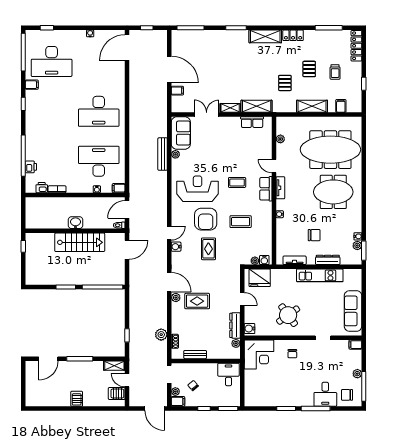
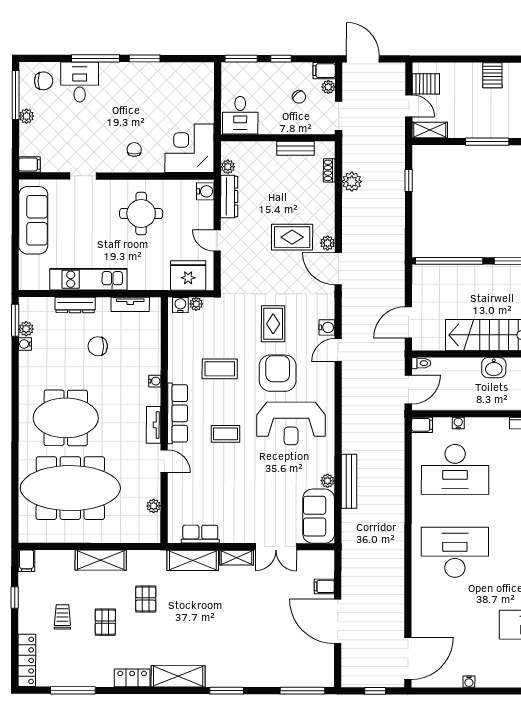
filing cabinet: (341, 106) -> (26, 561), moved
row of seats: (266, 189) -> (178, 413), width x1.48
round table: (288, 315) -> (141, 214), turned 36

